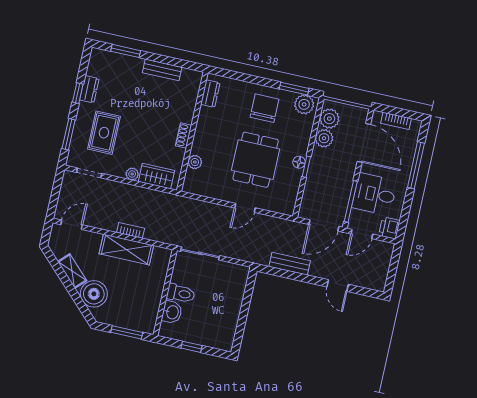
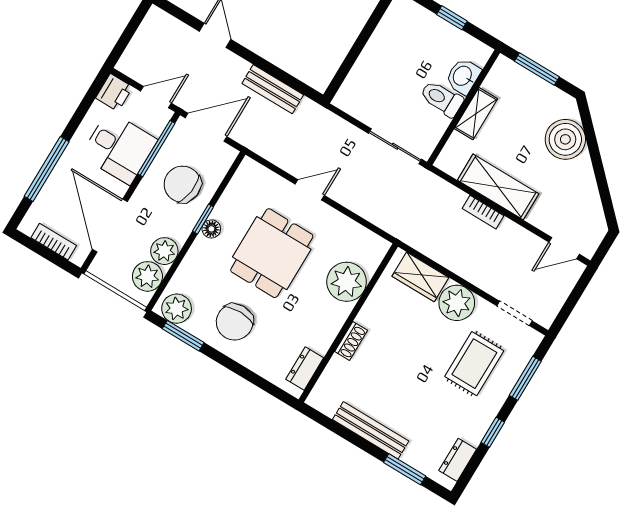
bench: (162, 70) -> (371, 430), width x1.36
dresser: (89, 89) -> (458, 460), moved
shoe rack: (184, 136) -> (351, 341), moved
plant: (195, 162) -> (347, 282), width x1.88, depth x1.88
plant: (132, 174) -> (457, 303), width x1.88, depth x1.88
chair: (327, 184) -> (182, 184), added
shelving: (72, 271) -> (476, 114), moved, turned 45

